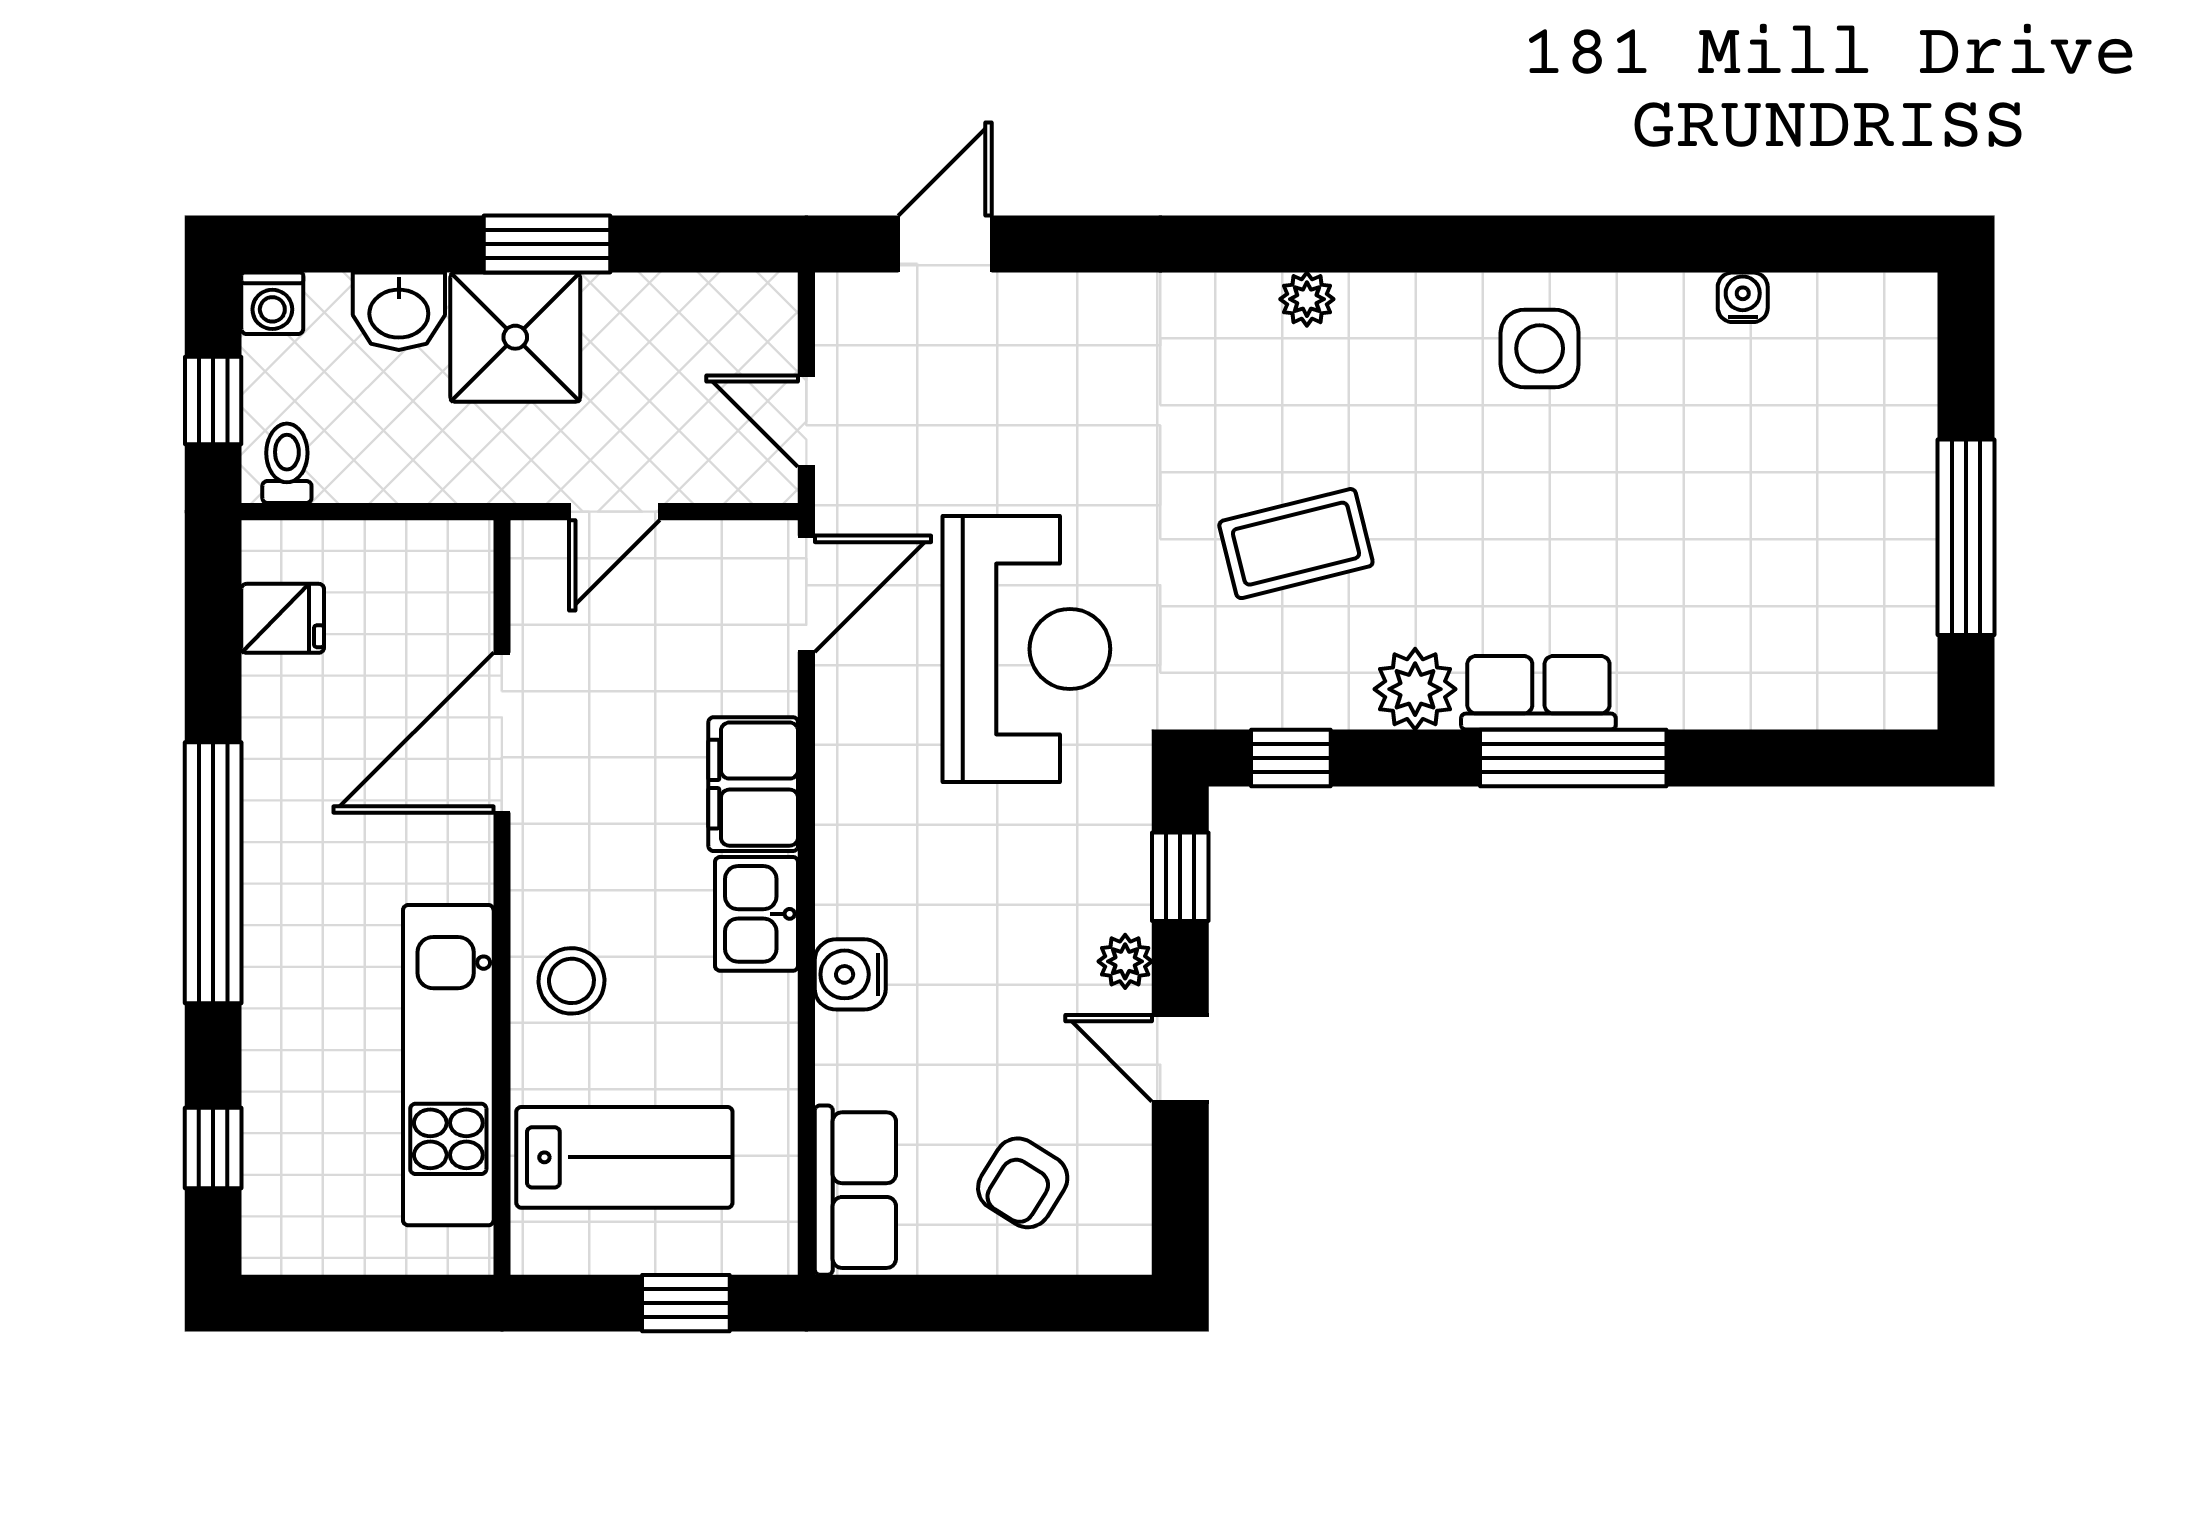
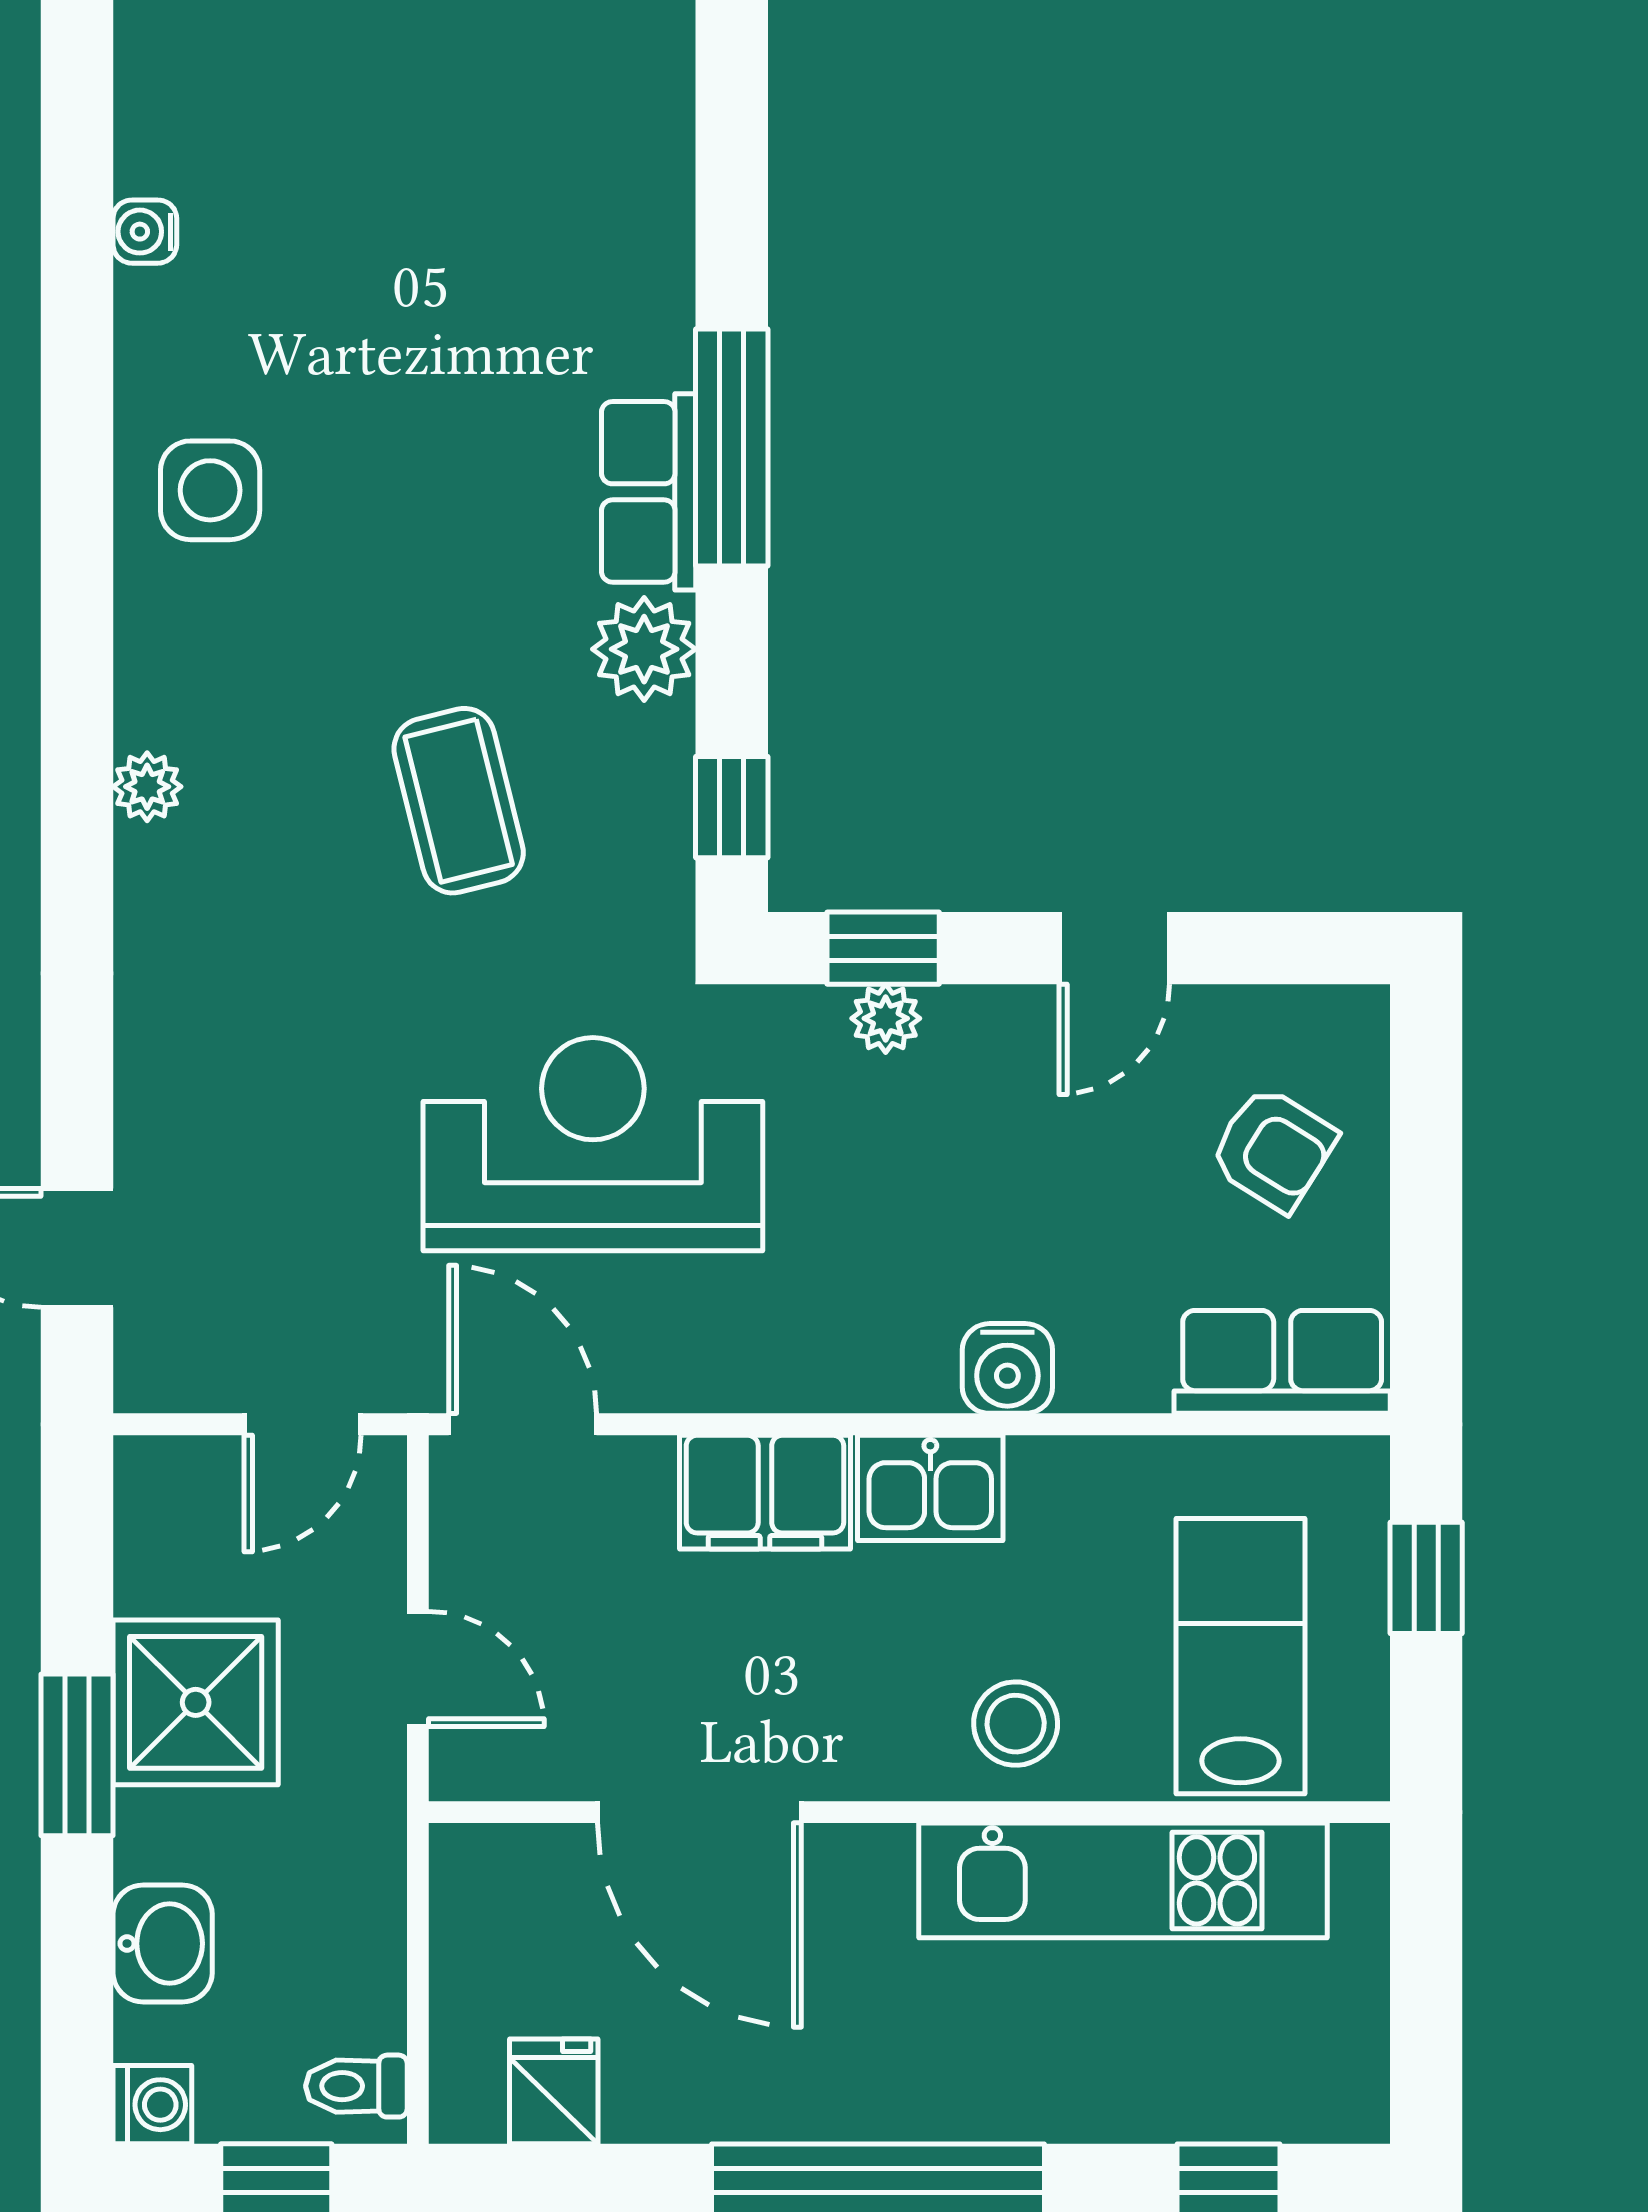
shower: (515, 337) -> (196, 1702), moved
plant: (1125, 961) -> (886, 1018), moved

